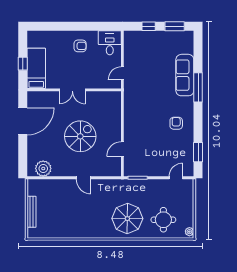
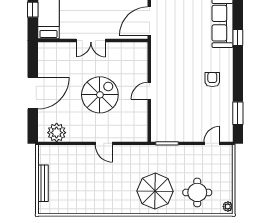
door: (122, 73) -> (149, 21), width x1.88
window: (198, 87) -> (238, 37), width x0.46
door: (23, 121) -> (33, 93), moved
door: (122, 149) -> (149, 91), moved

